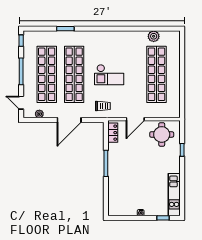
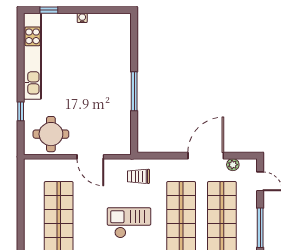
door: (135, 119) -> (90, 157), swing flipped
door: (69, 120) -> (206, 156), moved
locker: (113, 133) -> (124, 137), removed
kitchen unit: (174, 195) -> (33, 56), width x1.36

